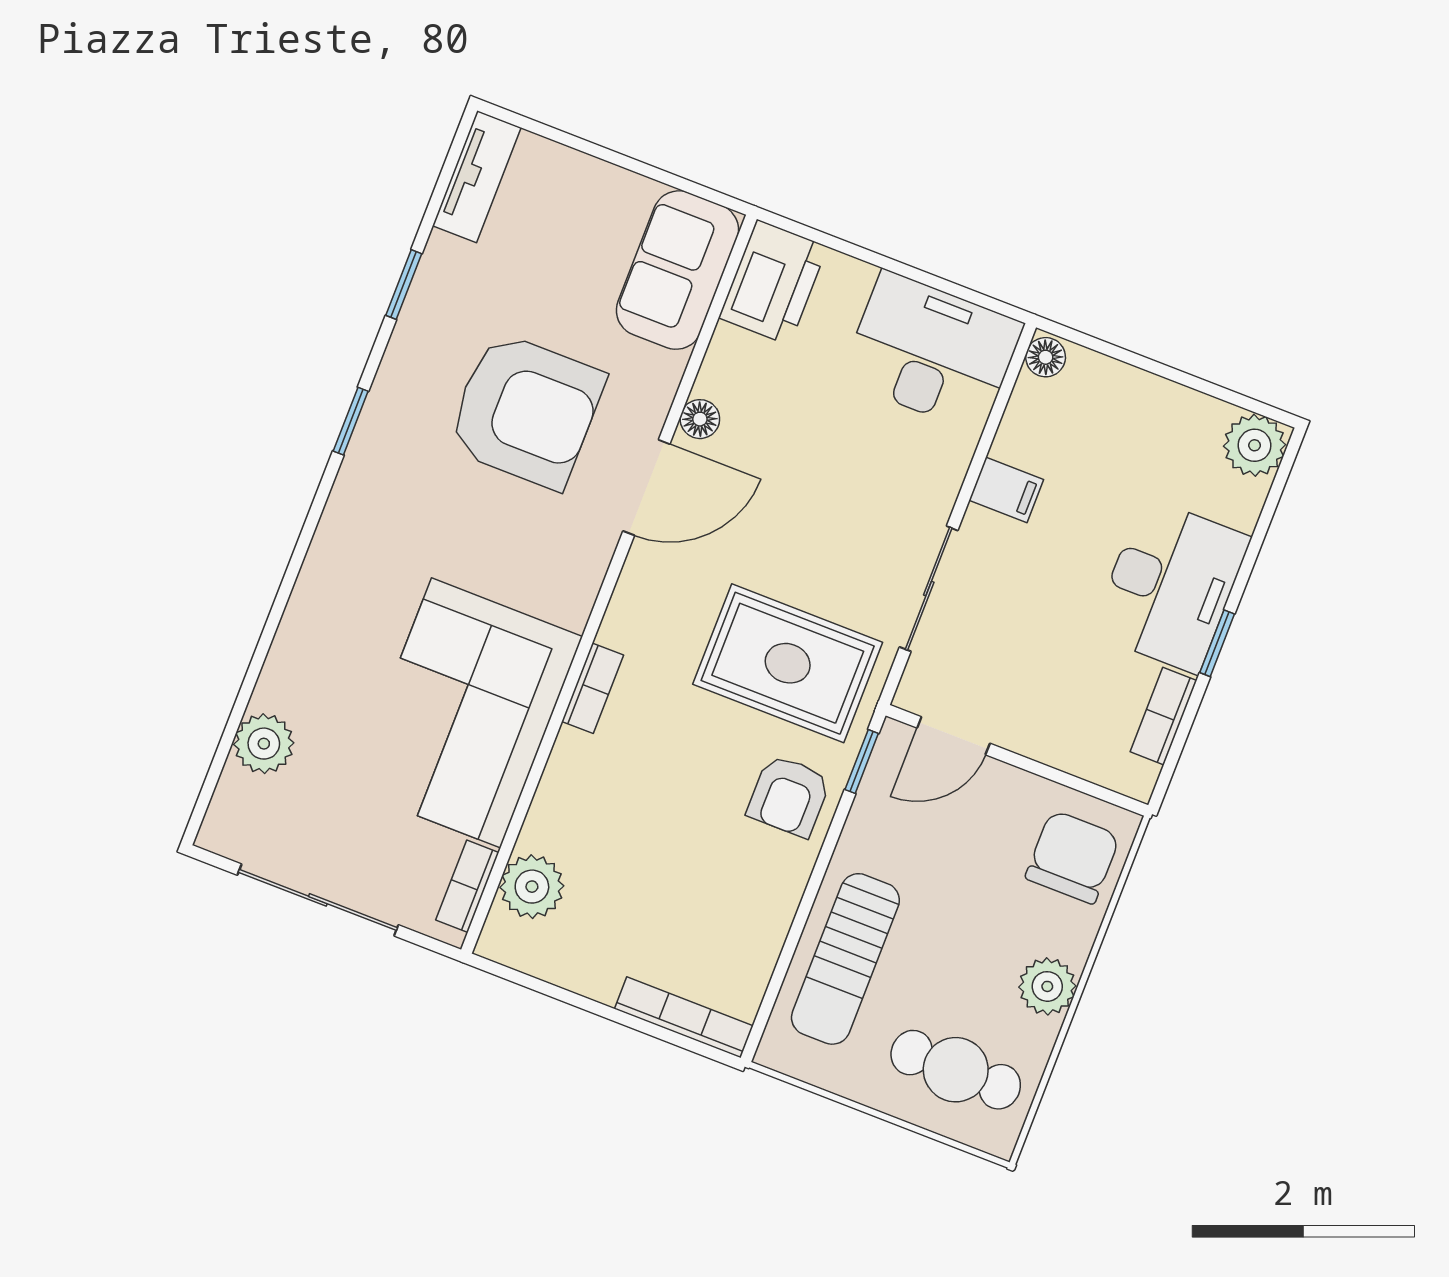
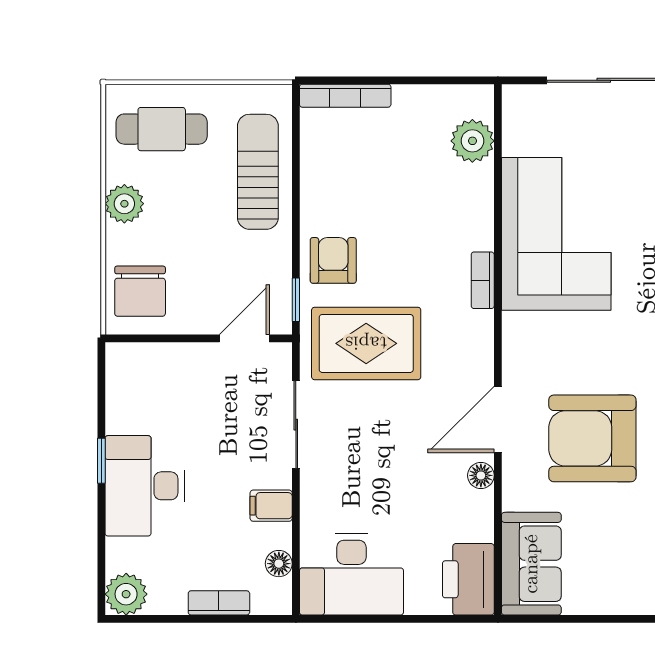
floor lamp: (1046, 357) -> (279, 564), moved
bookcase: (1163, 716) -> (219, 603), moved, turned -90
bookcase: (467, 886) -> (513, 125), removed

